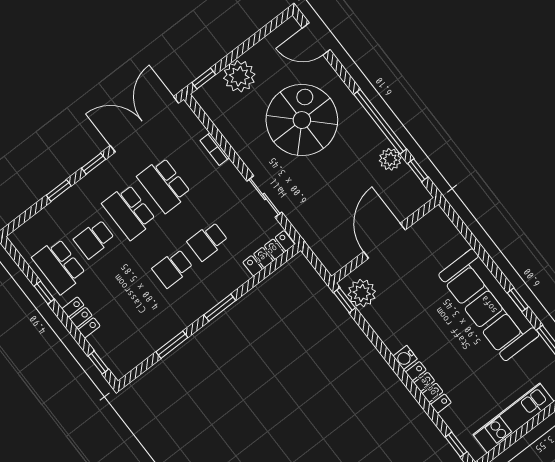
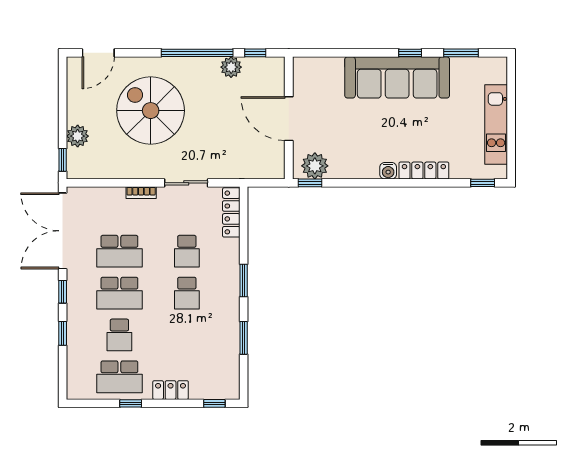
plant: (239, 76) -> (78, 136), width x0.73, depth x0.73
bookcase: (215, 149) -> (141, 193), moved

